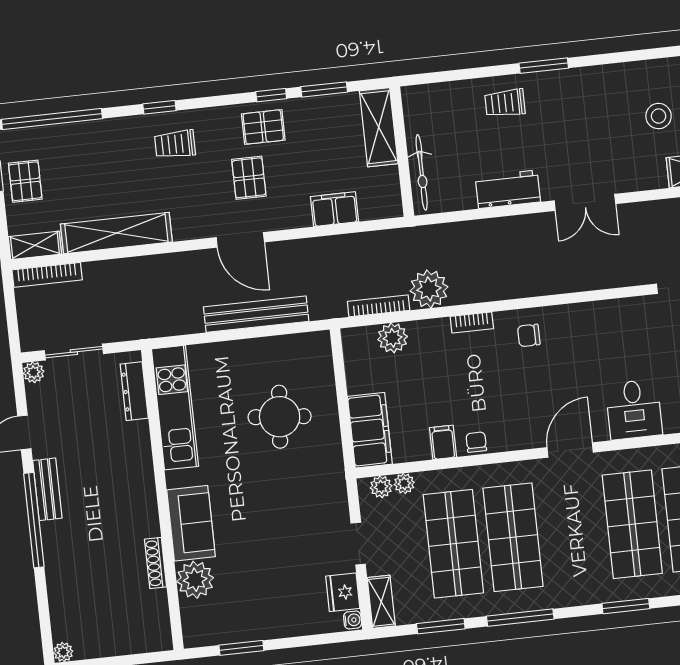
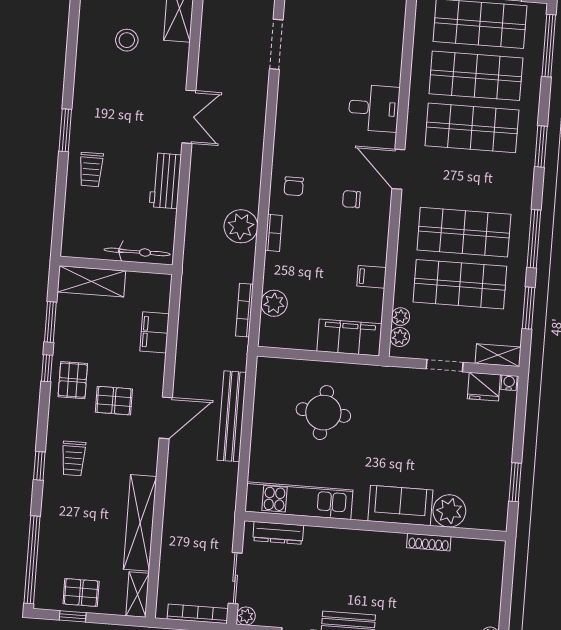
bookcase: (47, 275) -> (198, 614), moved, turned -90
plant: (429, 289) -> (241, 226), moved
chair: (476, 442) -> (351, 199), moved

